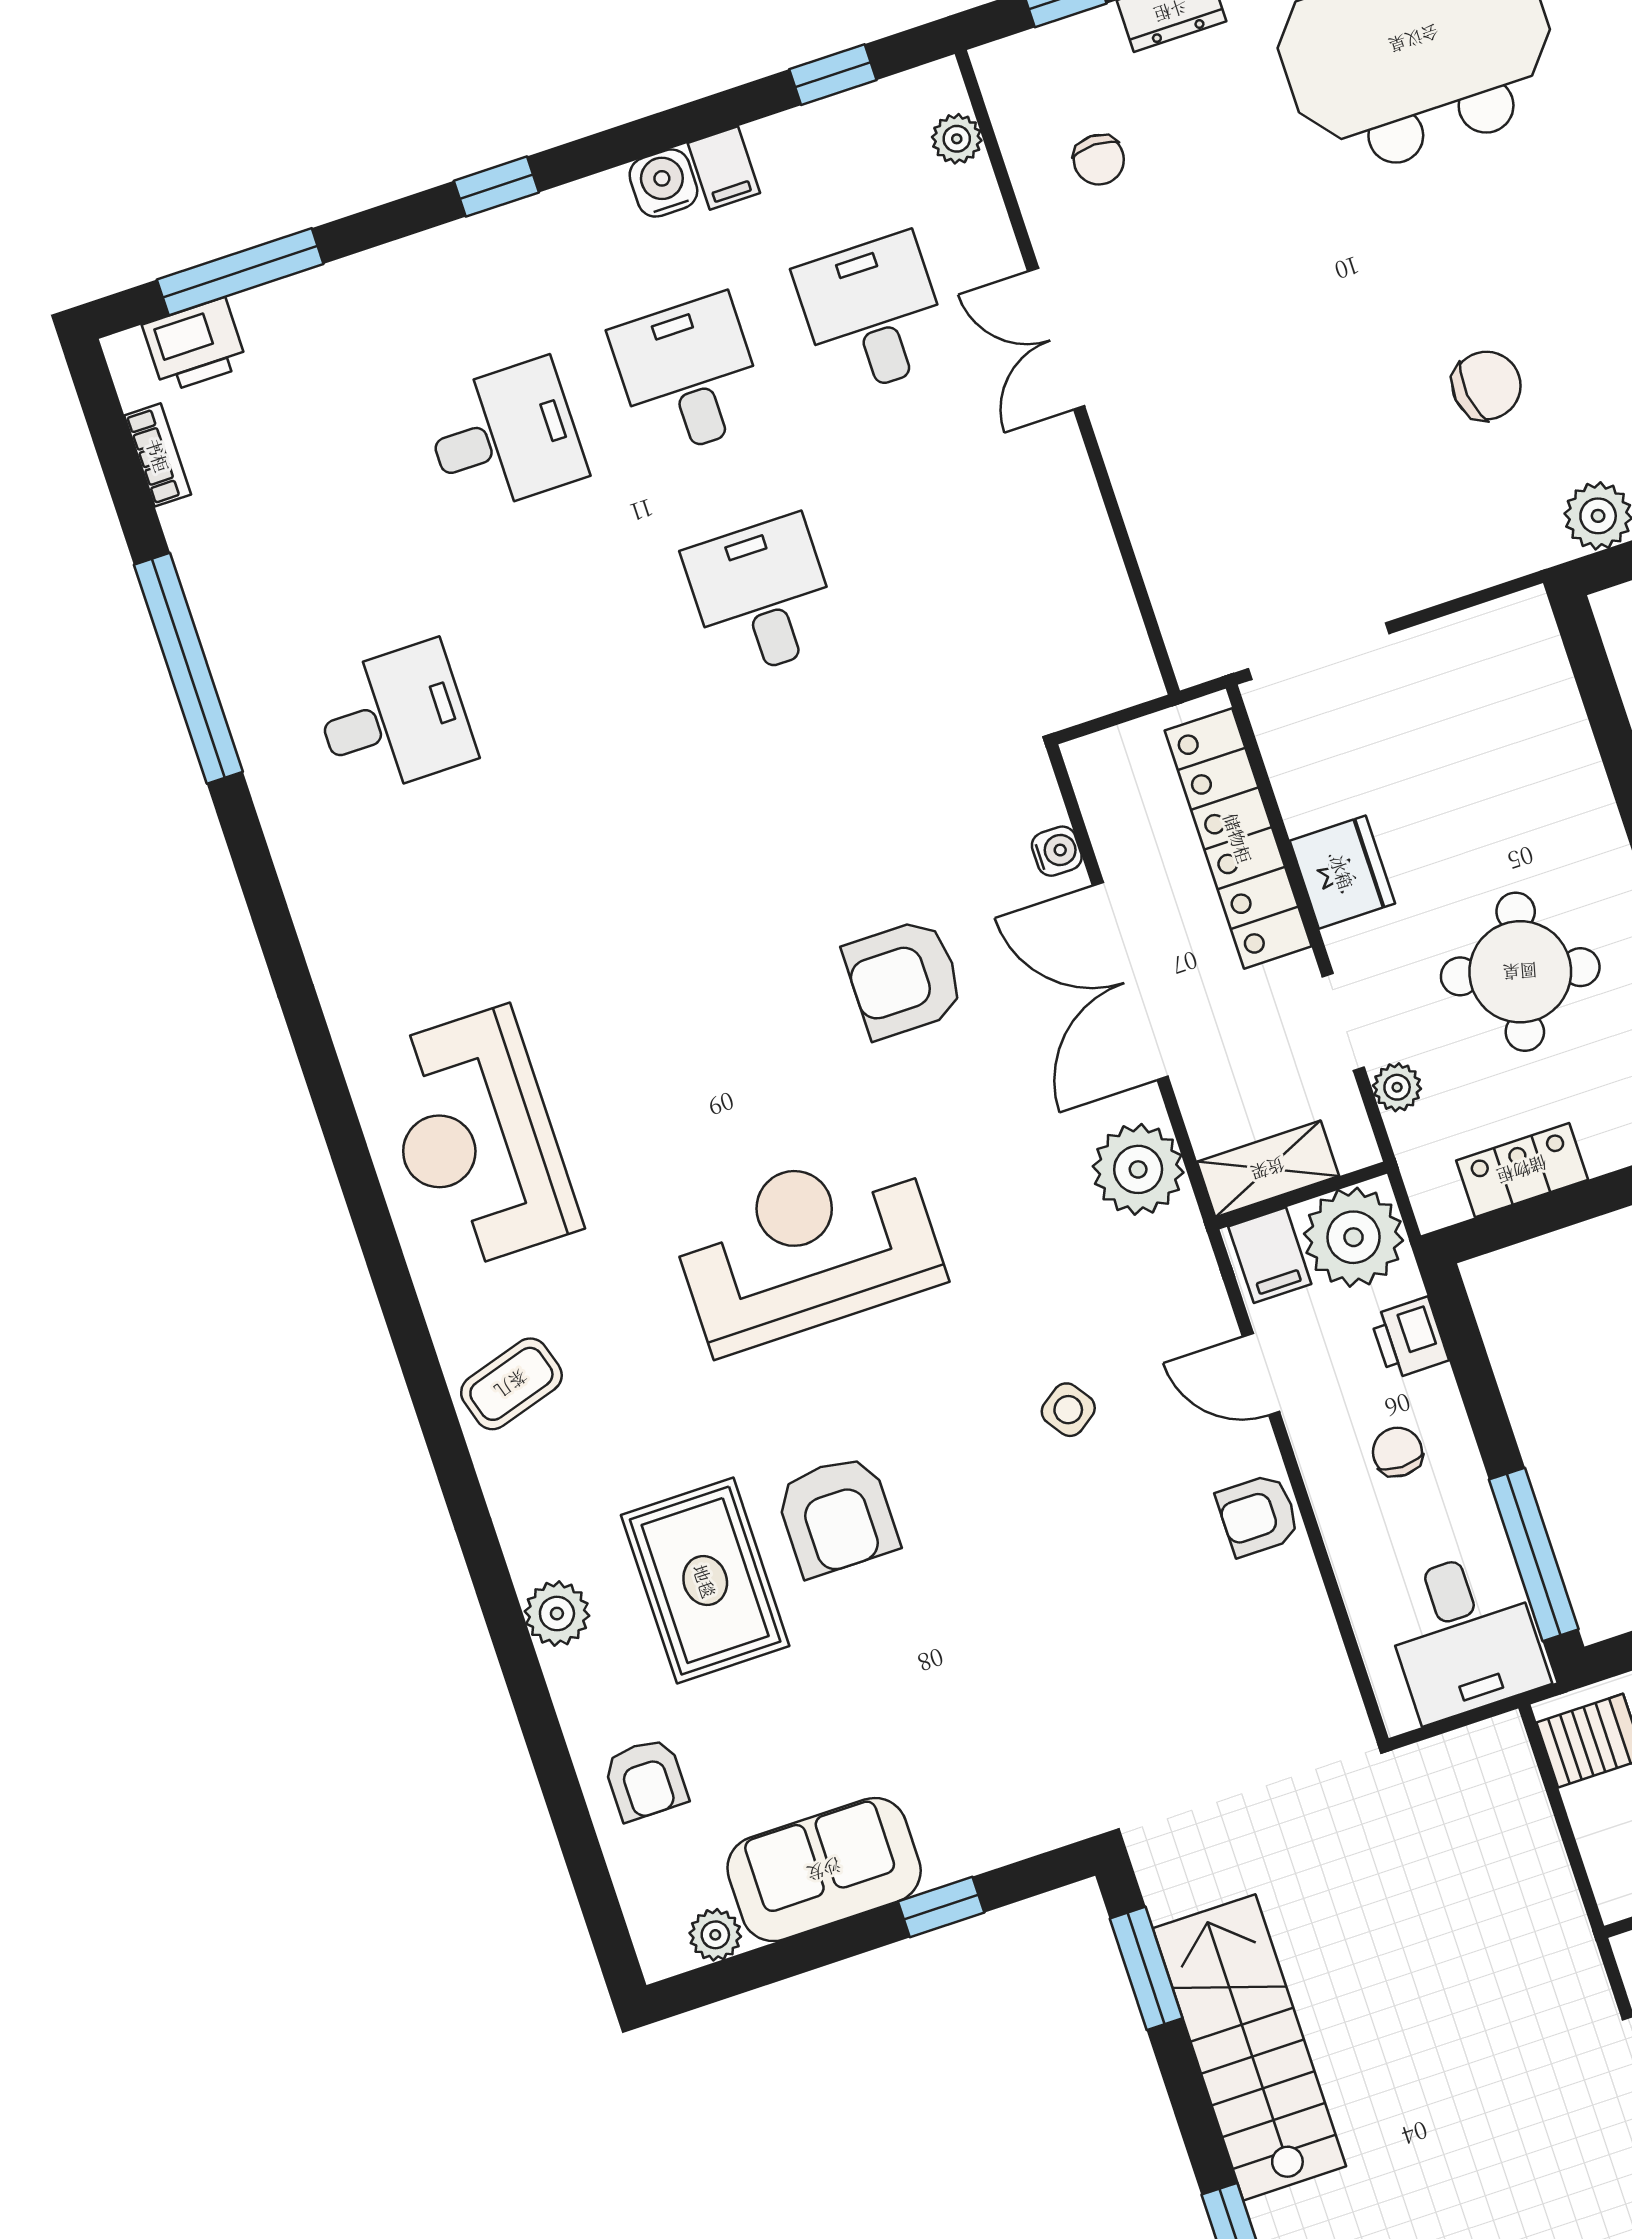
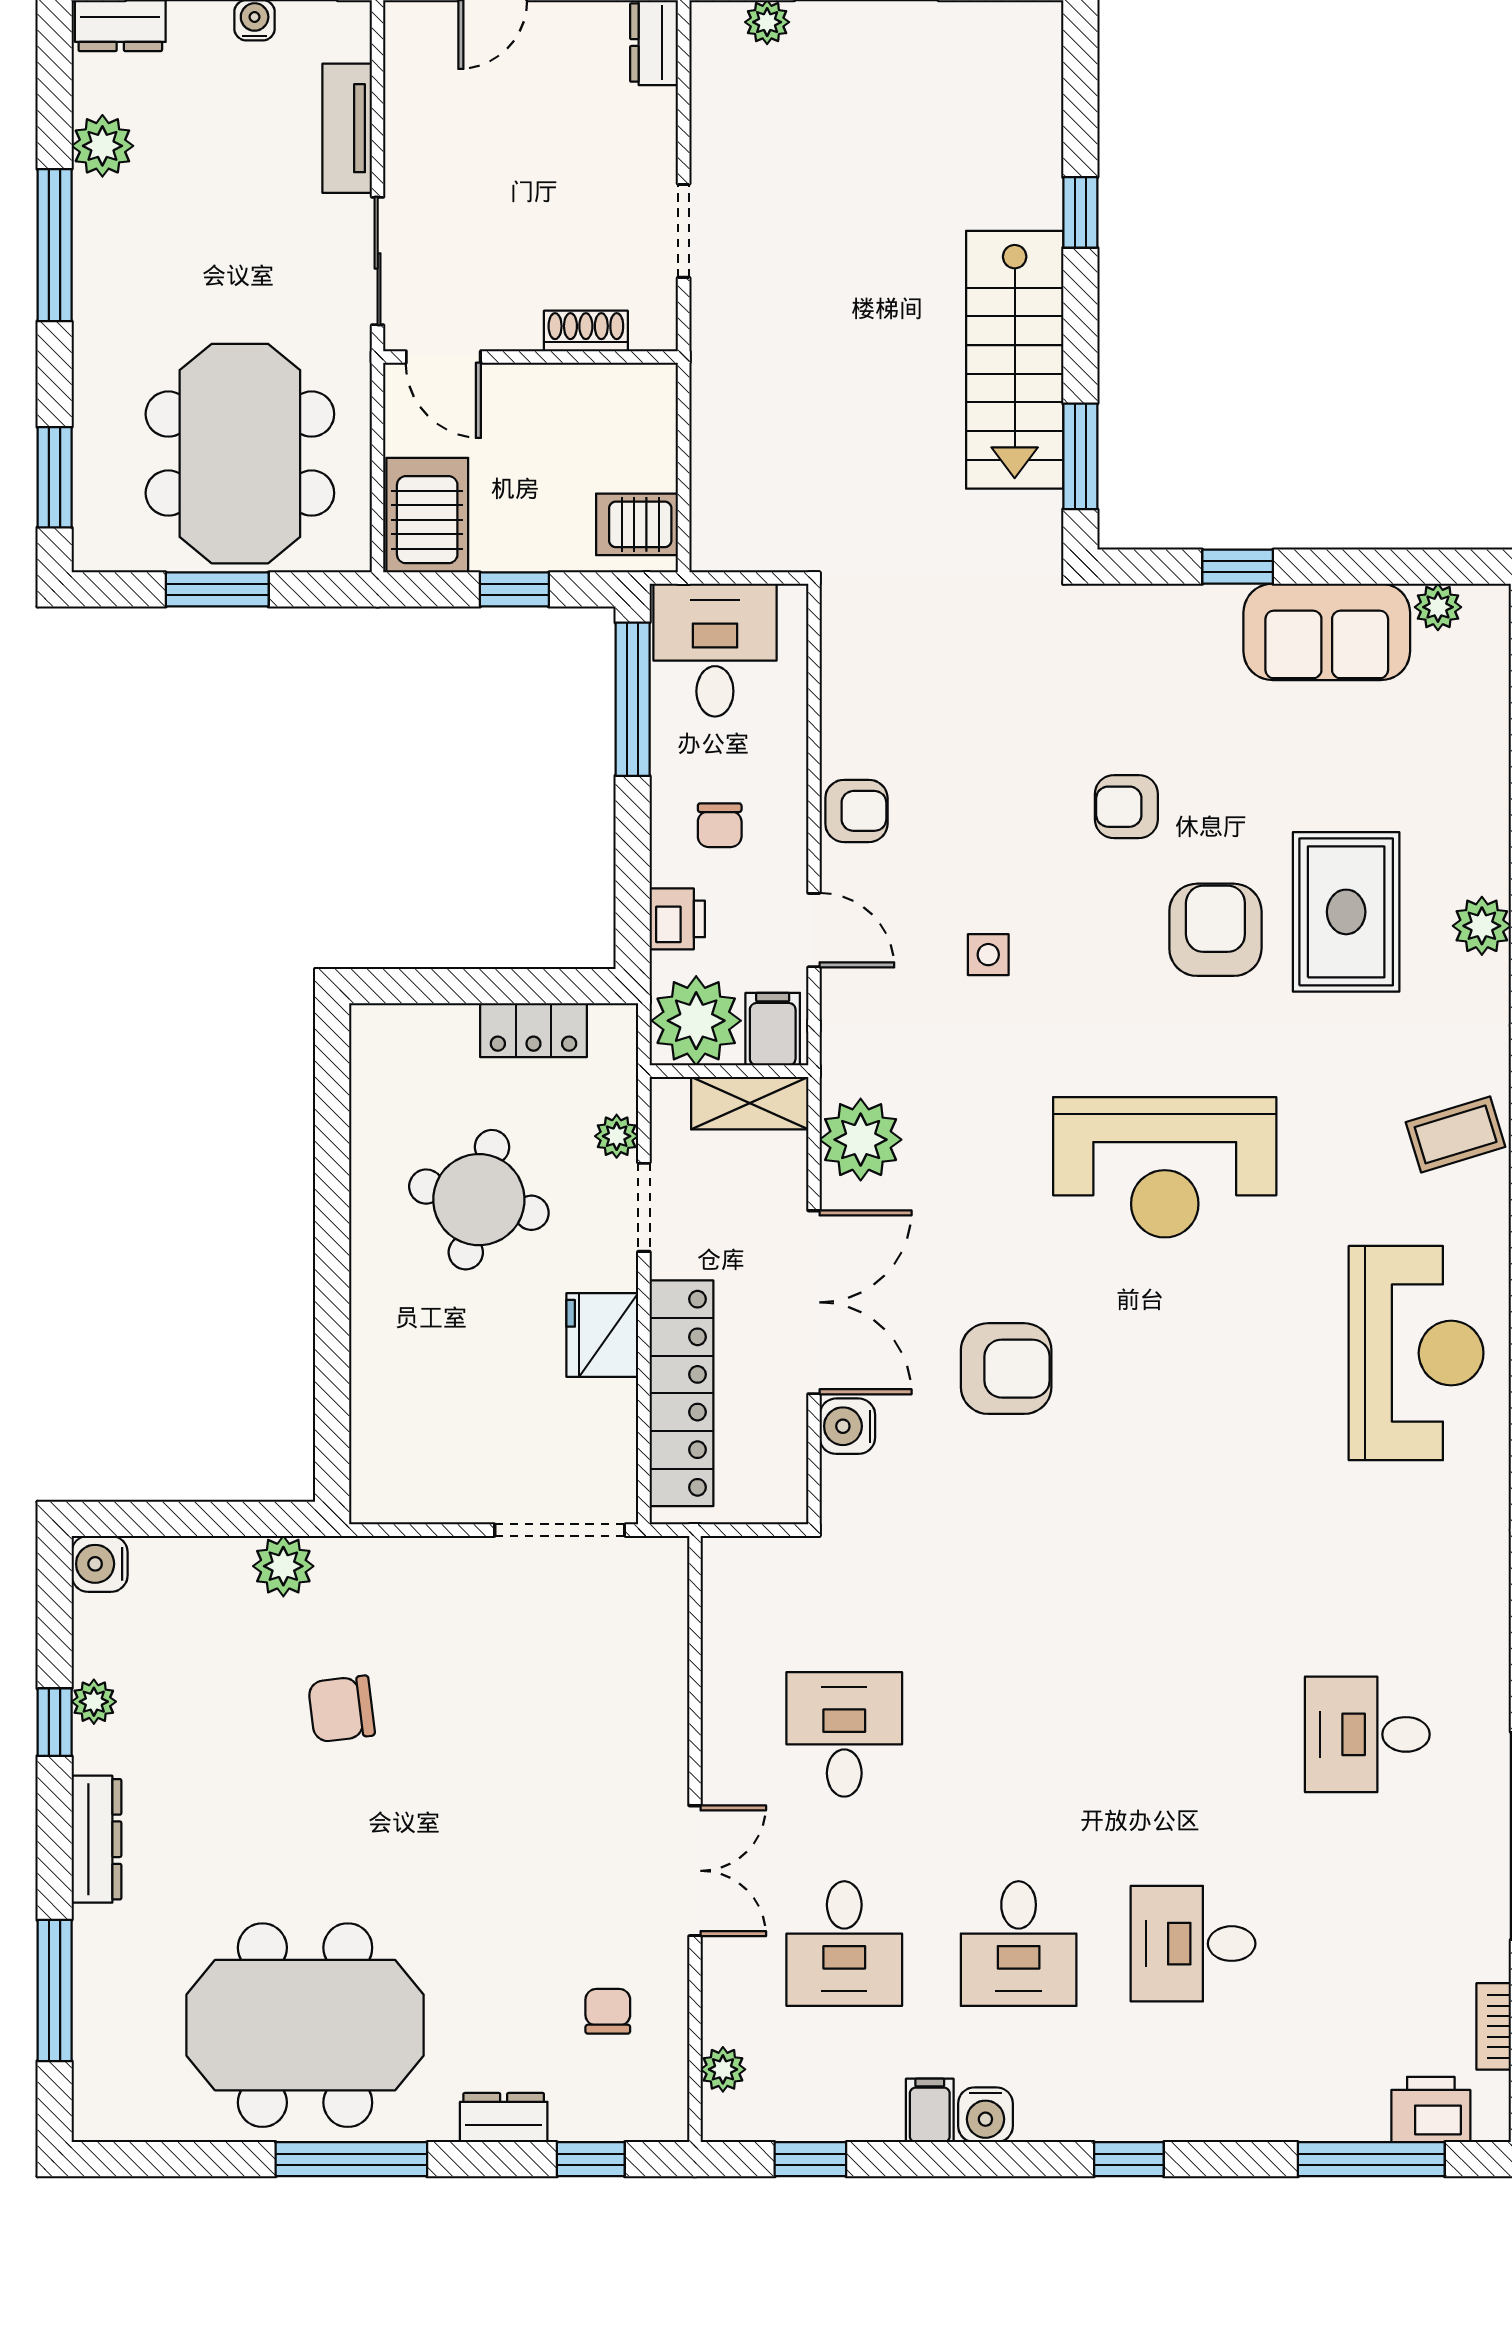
desk: (762, 597) -> (844, 1734), moved, turned 180
water cooler: (1057, 851) -> (847, 1426), width x1.38, depth x1.38
side table: (1068, 1410) -> (988, 955), turned 35
armchair: (646, 1779) -> (1126, 807), moved, turned -90

